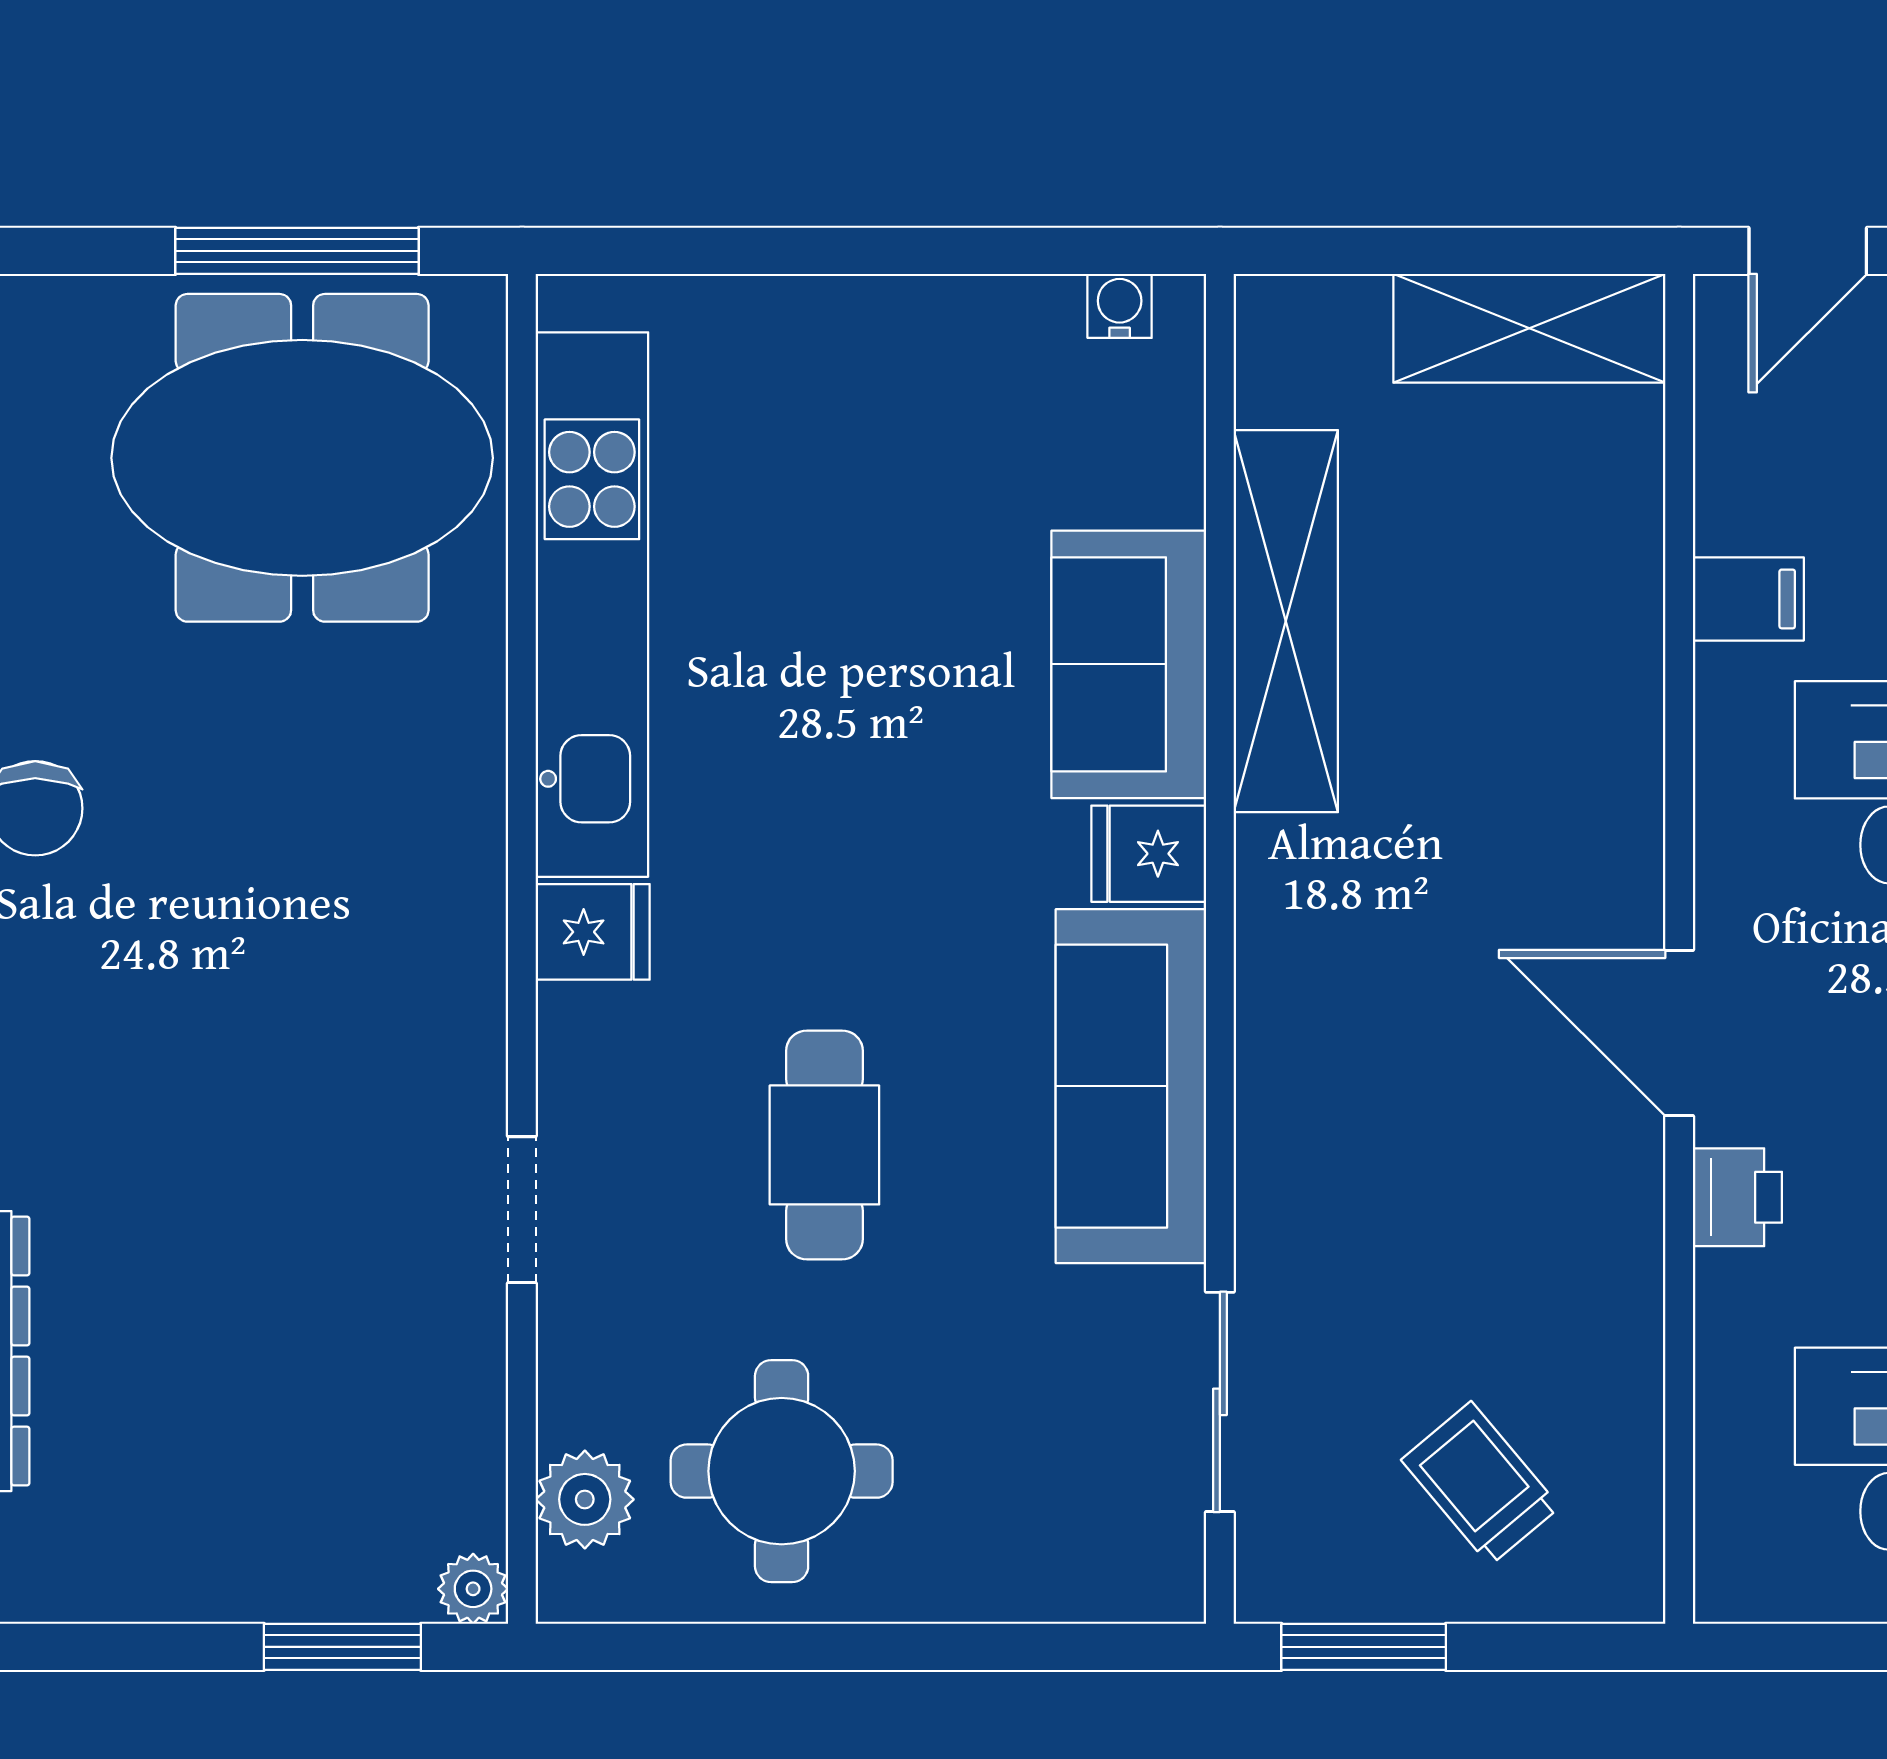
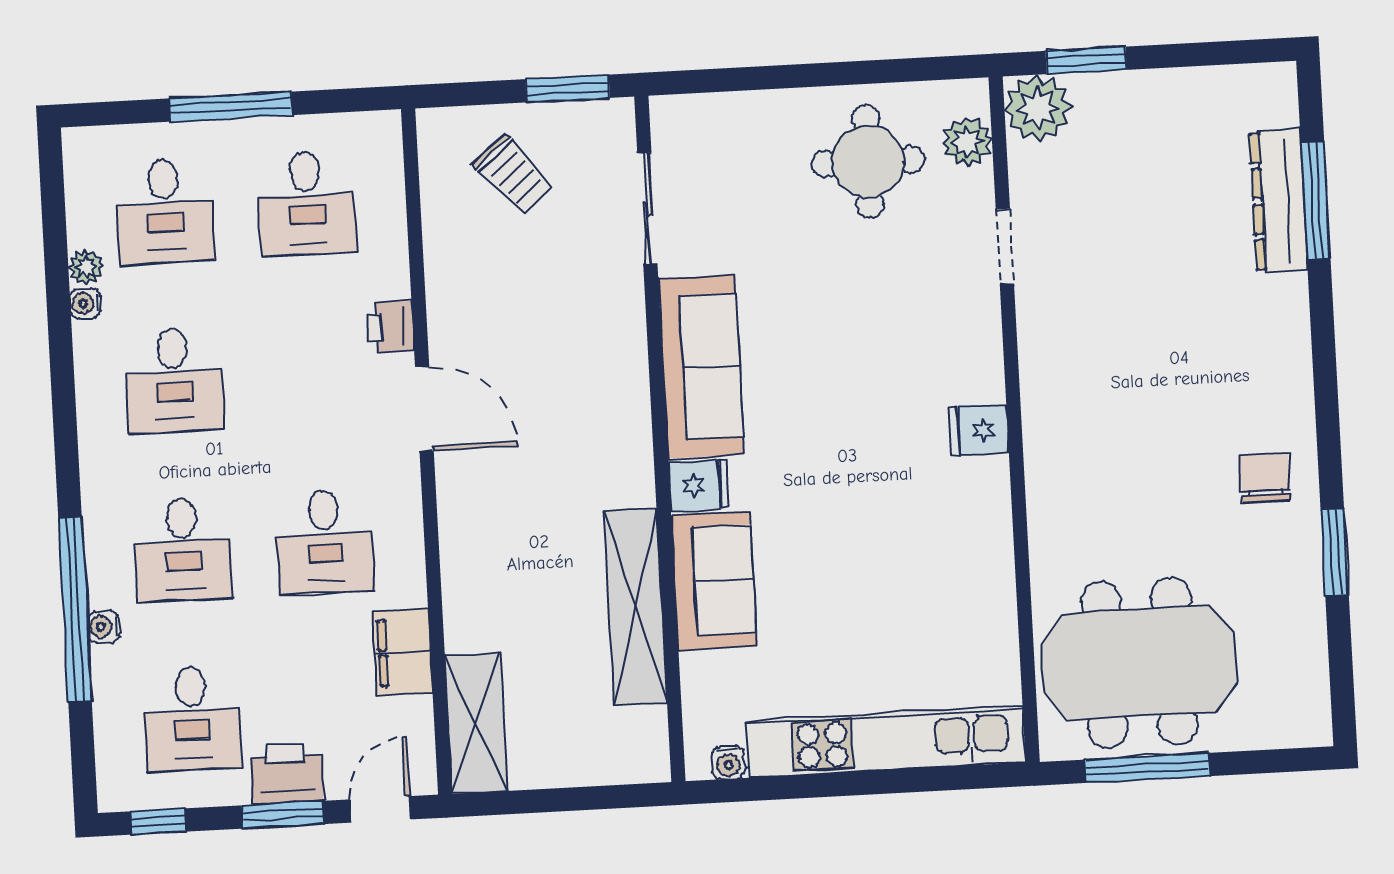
shelving: (1529, 328) -> (476, 723), moved, turned 90
filing cabinet: (1748, 599) -> (402, 652), width x2.00
kitchen unit: (592, 605) -> (886, 742), moved, turned 90
cafe table: (824, 1145) -> (855, 328), removed
doorway: (522, 1210) -> (1005, 246), moved
plant: (473, 1589) -> (1038, 108), width x1.87, depth x1.87

